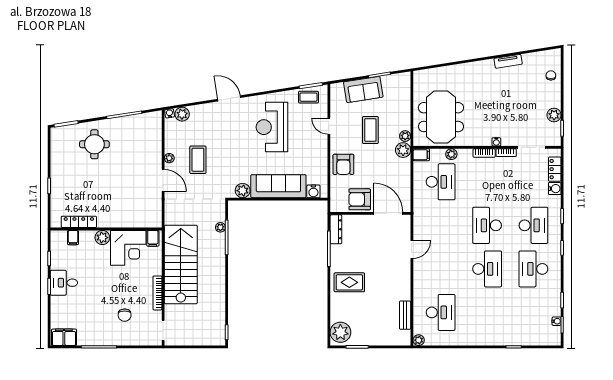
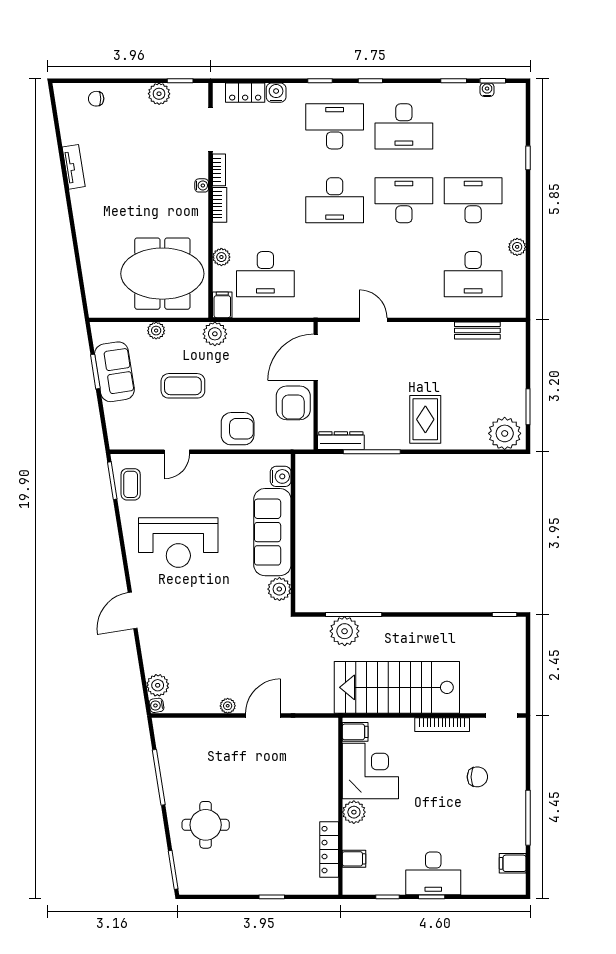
sofa: (363, 89) -> (114, 372), moved
plant: (405, 136) -> (156, 331), moved
coffee table: (198, 160) -> (230, 660), removed
desk: (441, 182) -> (265, 274), turned 180
plant: (220, 227) -> (345, 631), width x1.88, depth x1.88
desk: (64, 283) -> (433, 873), width x1.37
desk: (441, 312) -> (473, 274), turned 180
desk: (487, 312) -> (473, 200), added
filing cabinet: (64, 337) -> (513, 863), width x0.50
plant: (419, 340) -> (517, 247), moved

